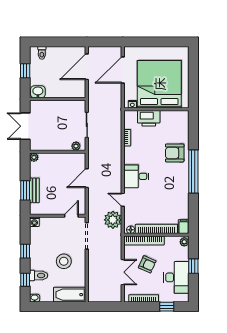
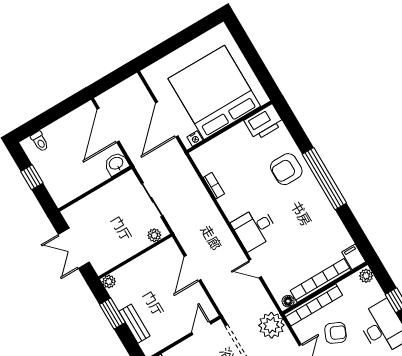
door: (123, 70) -> (167, 119), moved
washbasin: (38, 92) -> (116, 164), moved
printer: (149, 118) -> (264, 122), moved
window: (25, 190) -> (112, 314), moved
plant: (113, 220) -> (271, 325), moved

